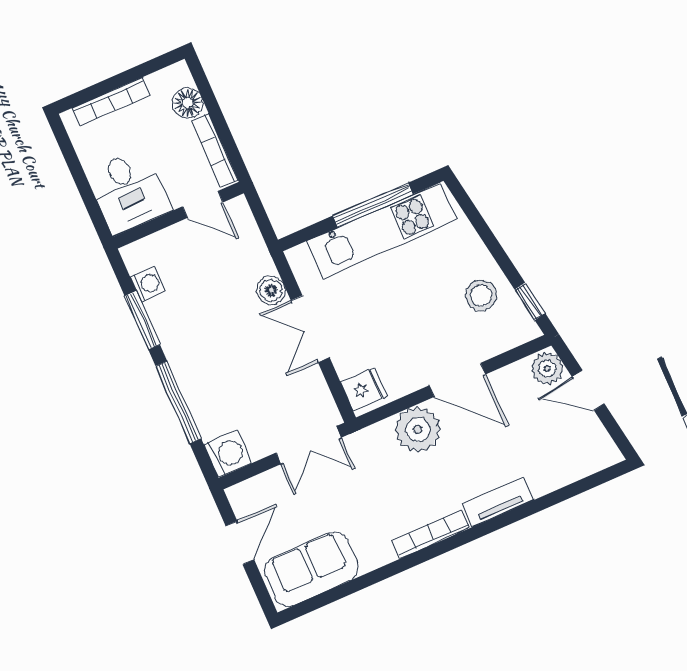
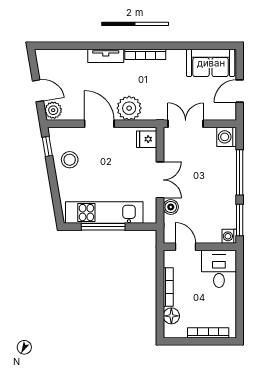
desk: (128, 192) -> (219, 269), moved
door: (203, 204) -> (186, 247), moved
wall: (178, 215) -> (200, 247), moved

